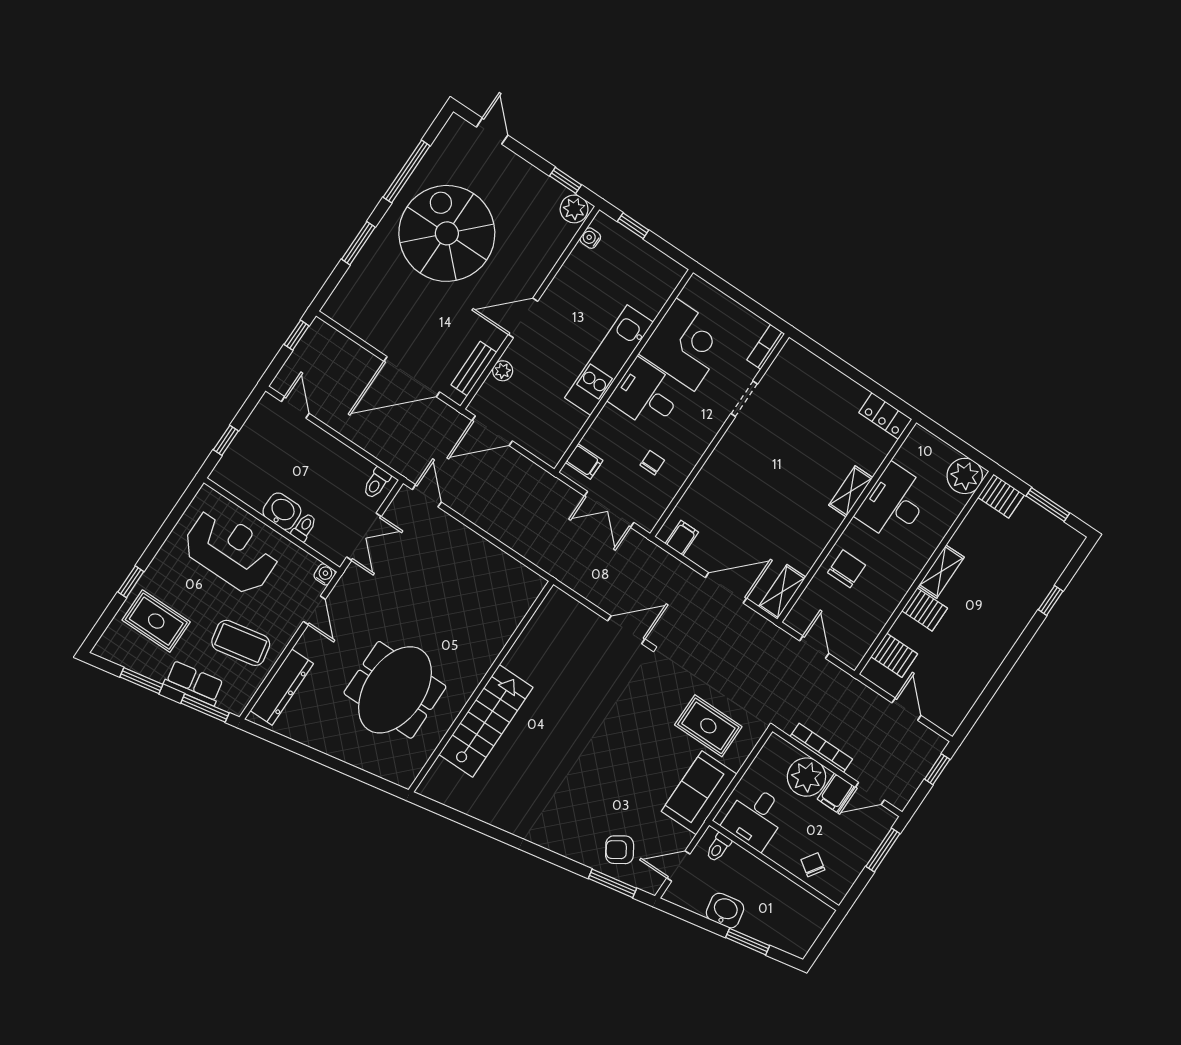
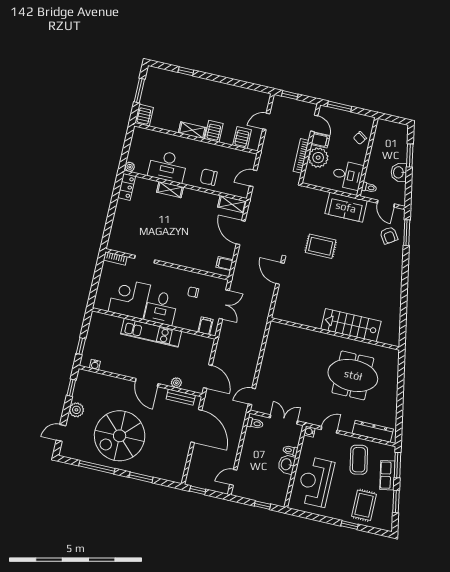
plant: (574, 209) -> (76, 410), moved
plant: (965, 476) -> (130, 167), moved, width x0.53, depth x0.53
rug: (708, 726) -> (321, 246), moved, turned 90

